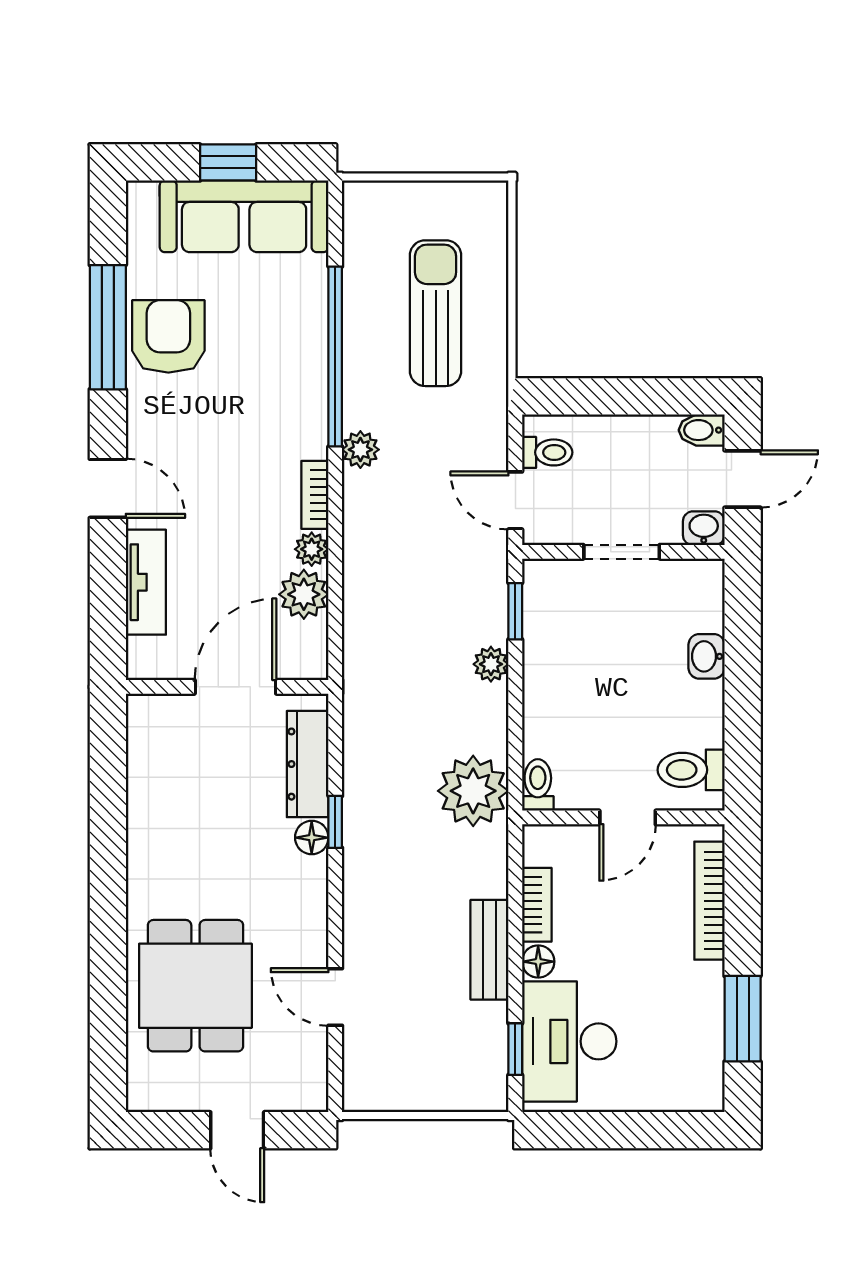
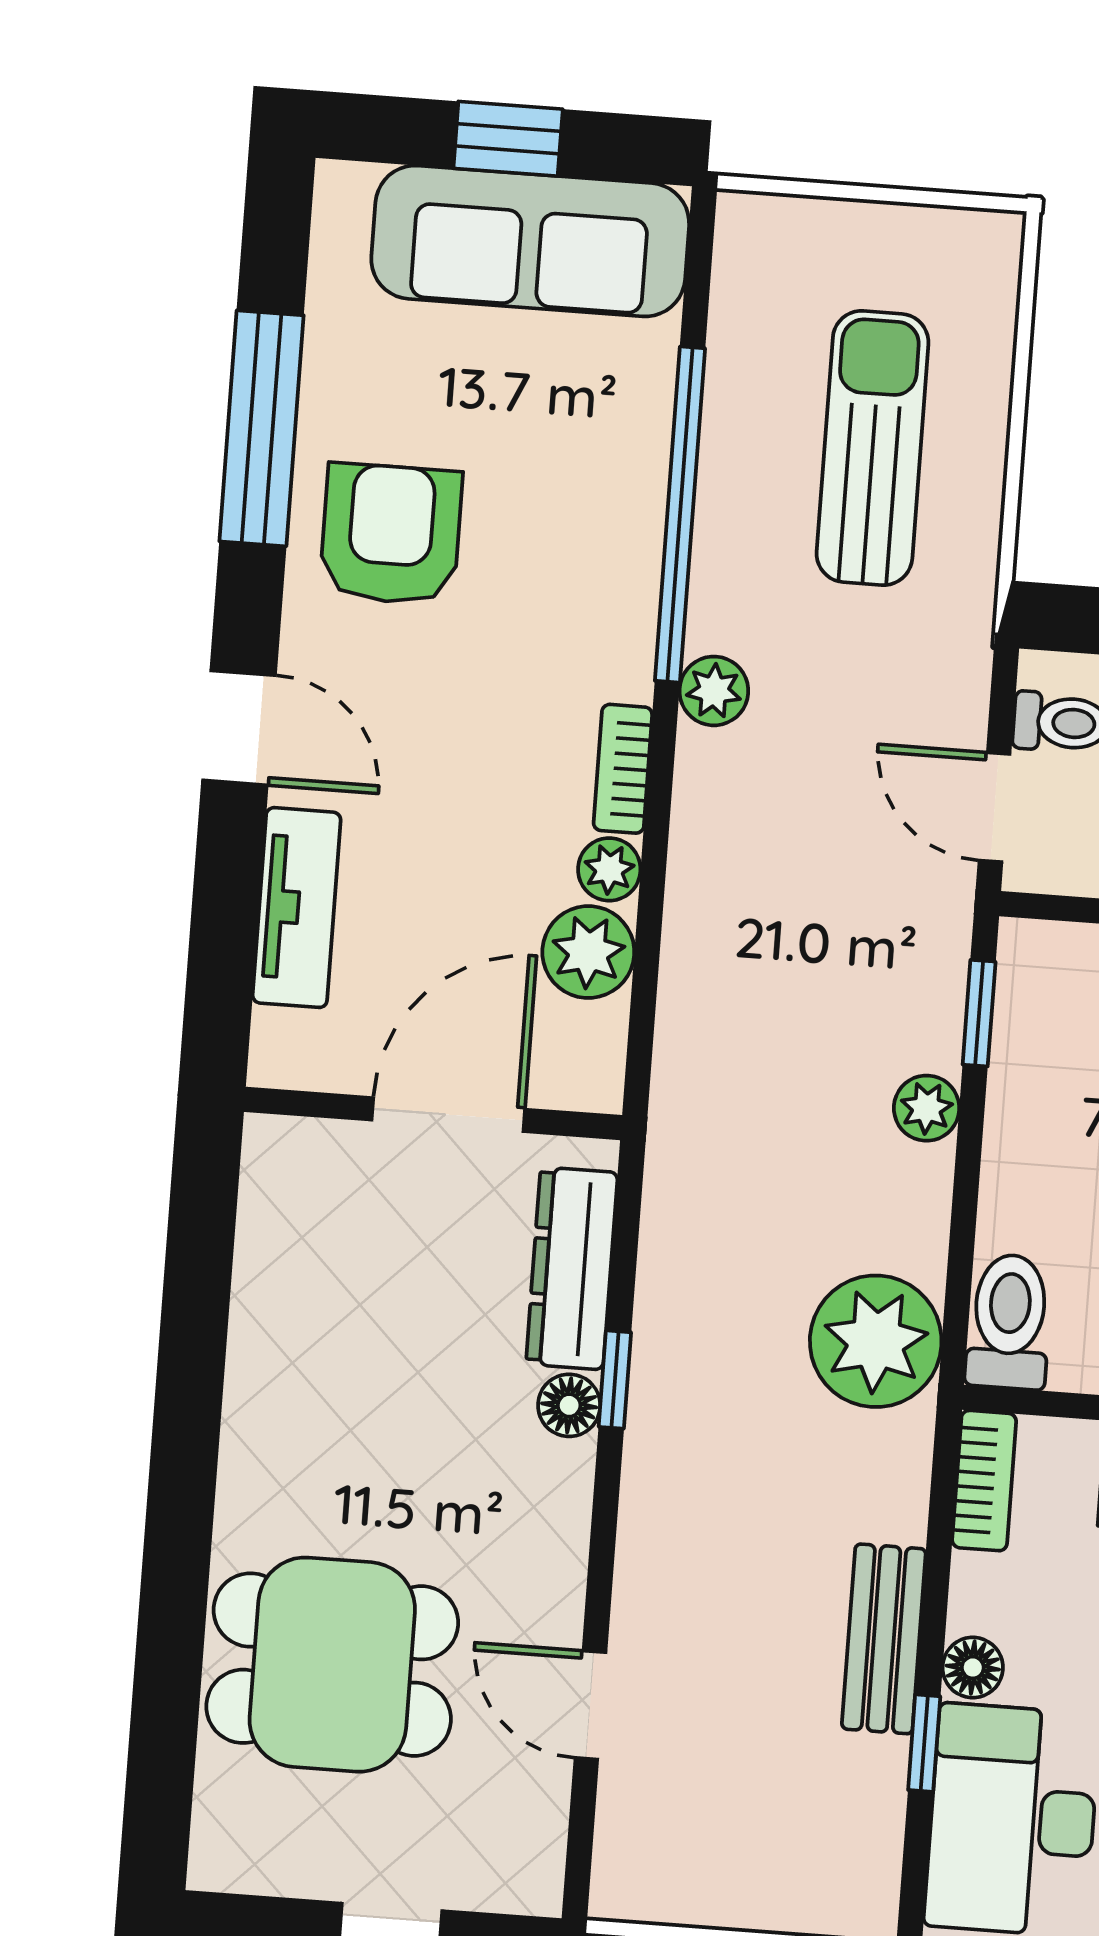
armchair: (168, 336) -> (391, 534), moved
toilet: (538, 785) -> (1009, 1322), width x1.37, depth x1.39
bookcase: (537, 905) -> (984, 1481), moved
dining table: (195, 986) -> (332, 1665), turned 90
window: (515, 1049) -> (924, 1743), moved

